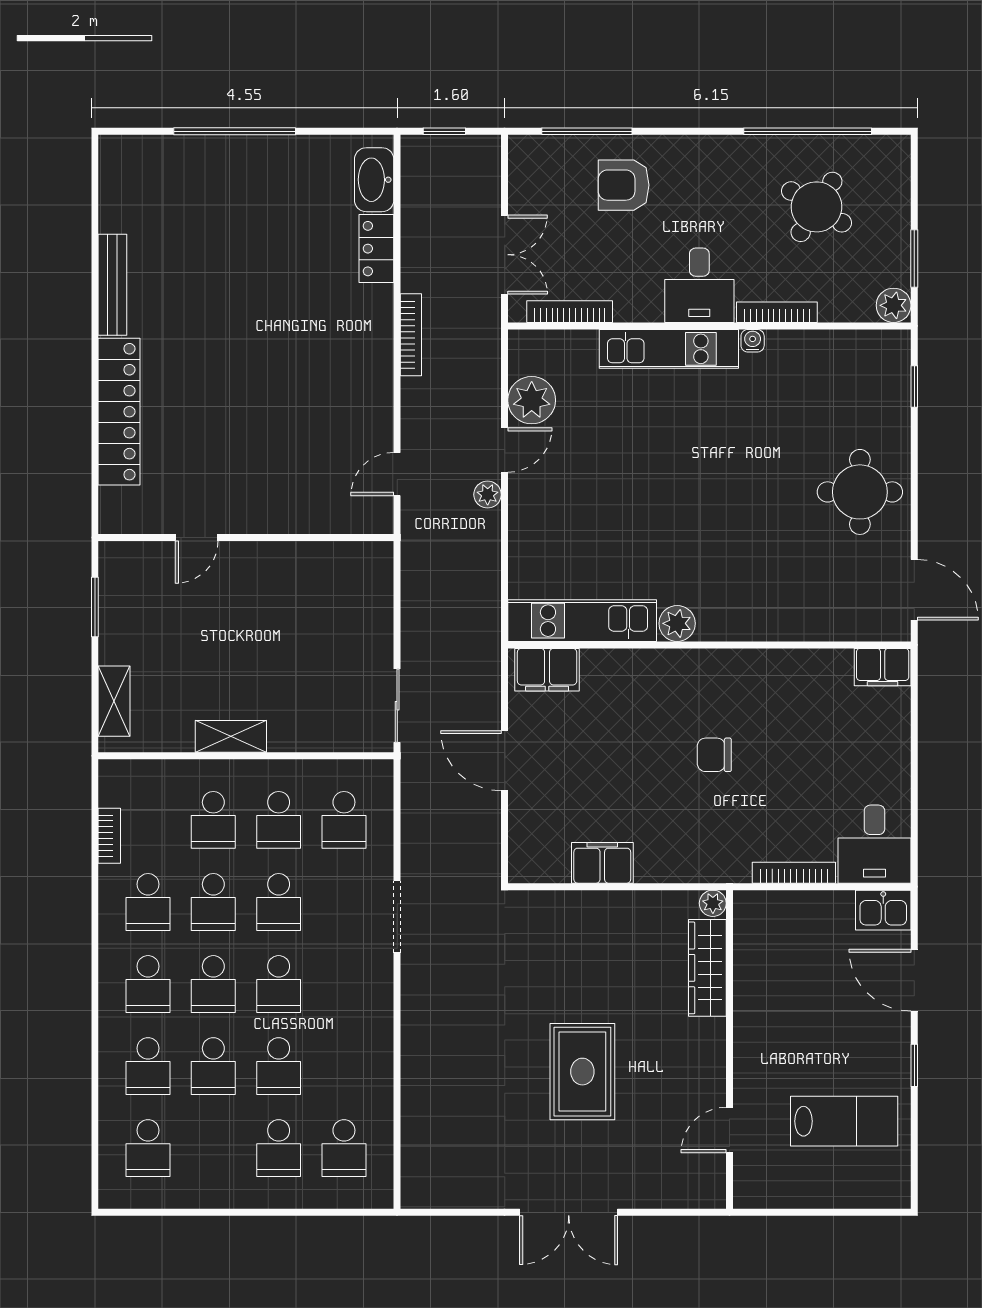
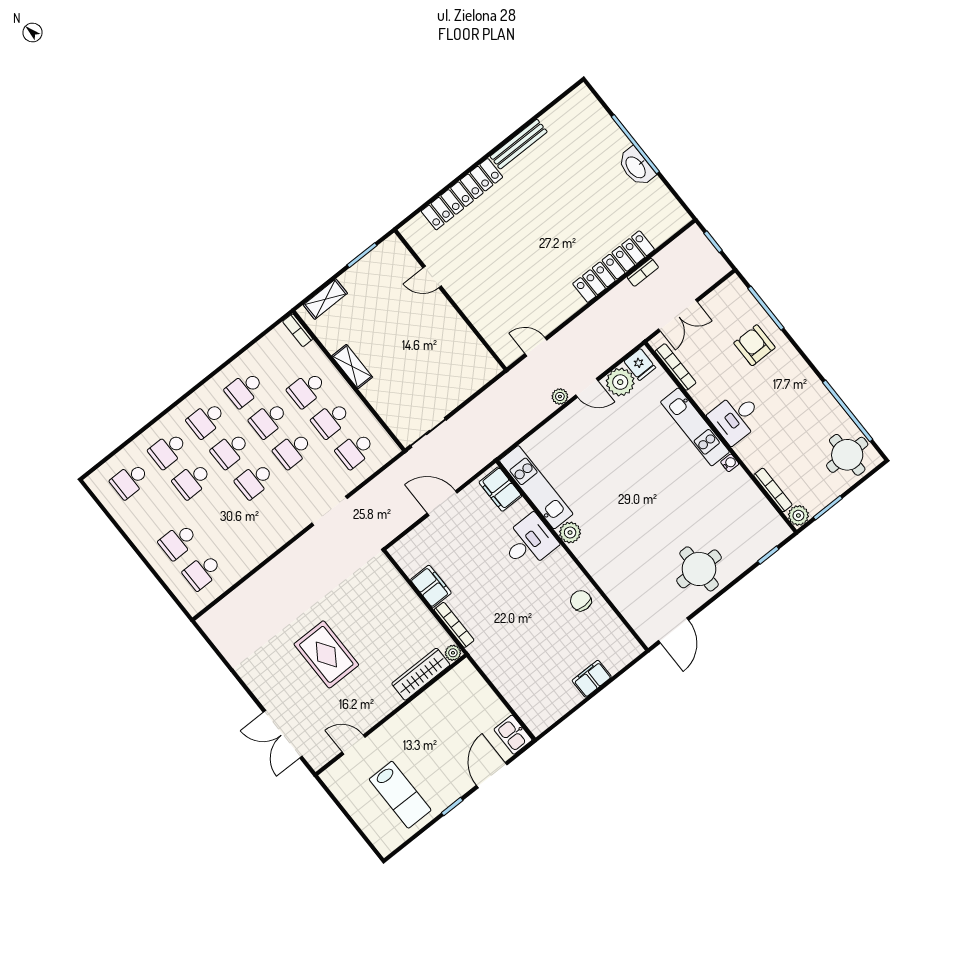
washbasin: (374, 180) -> (636, 167), moved, turned -90
round table: (816, 207) -> (847, 455), moved, turned -32
locker: (376, 249) -> (614, 267), width x2.16, depth x1.21
bookcase: (777, 312) -> (773, 490), moved
bookcase: (411, 335) -> (643, 272), moved, width x0.64
fridge: (529, 356) -> (640, 364), added
filing cabinet: (883, 667) -> (592, 679), moved, turned 90
chair: (714, 755) -> (581, 601), moved
door: (505, 761) -> (442, 503), hinge flipped
bookcase: (109, 836) -> (298, 330), moved, turned 90
desk: (874, 844) -> (529, 542), moved, turned 180
bookcase: (794, 873) -> (454, 625), moved
school desk: (279, 1066) -> (216, 511), removed
rug: (582, 1072) -> (326, 654), turned 90
double door: (569, 1212) -> (283, 734), moved

